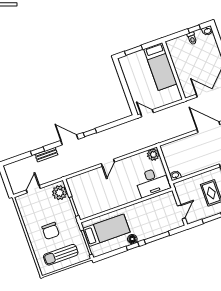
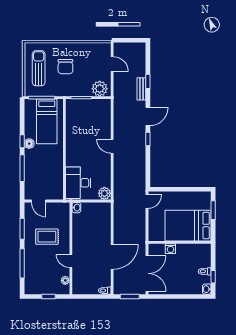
bed: (160, 66) -> (188, 226), width x1.50
washing machine: (182, 77) -> (170, 249), added
chair: (51, 231) -> (65, 67), turned -90

